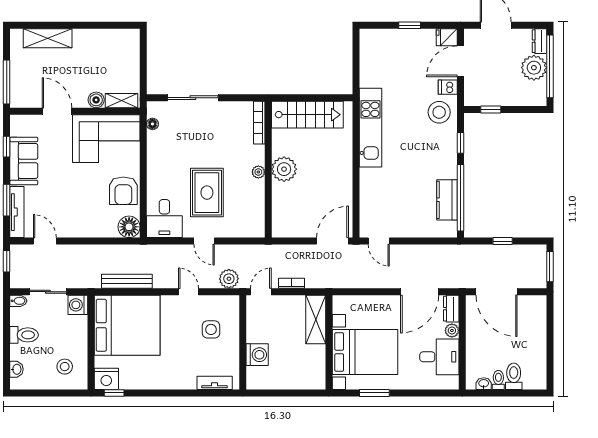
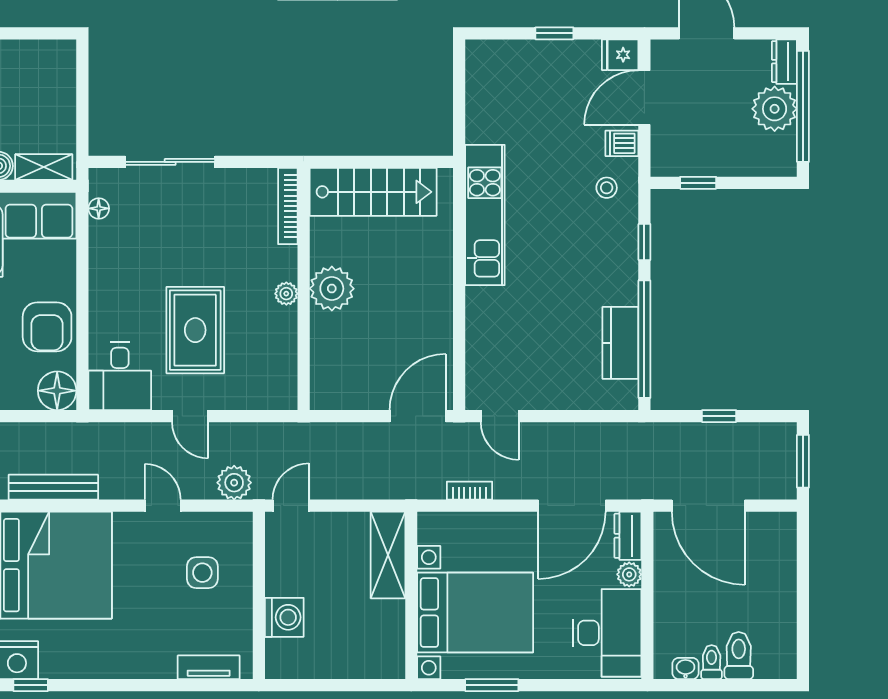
stool: (439, 112) -> (607, 188), width x0.53, depth x0.53
bookcase: (291, 283) -> (470, 491), moved
desk: (439, 357) -> (607, 633), width x1.37

